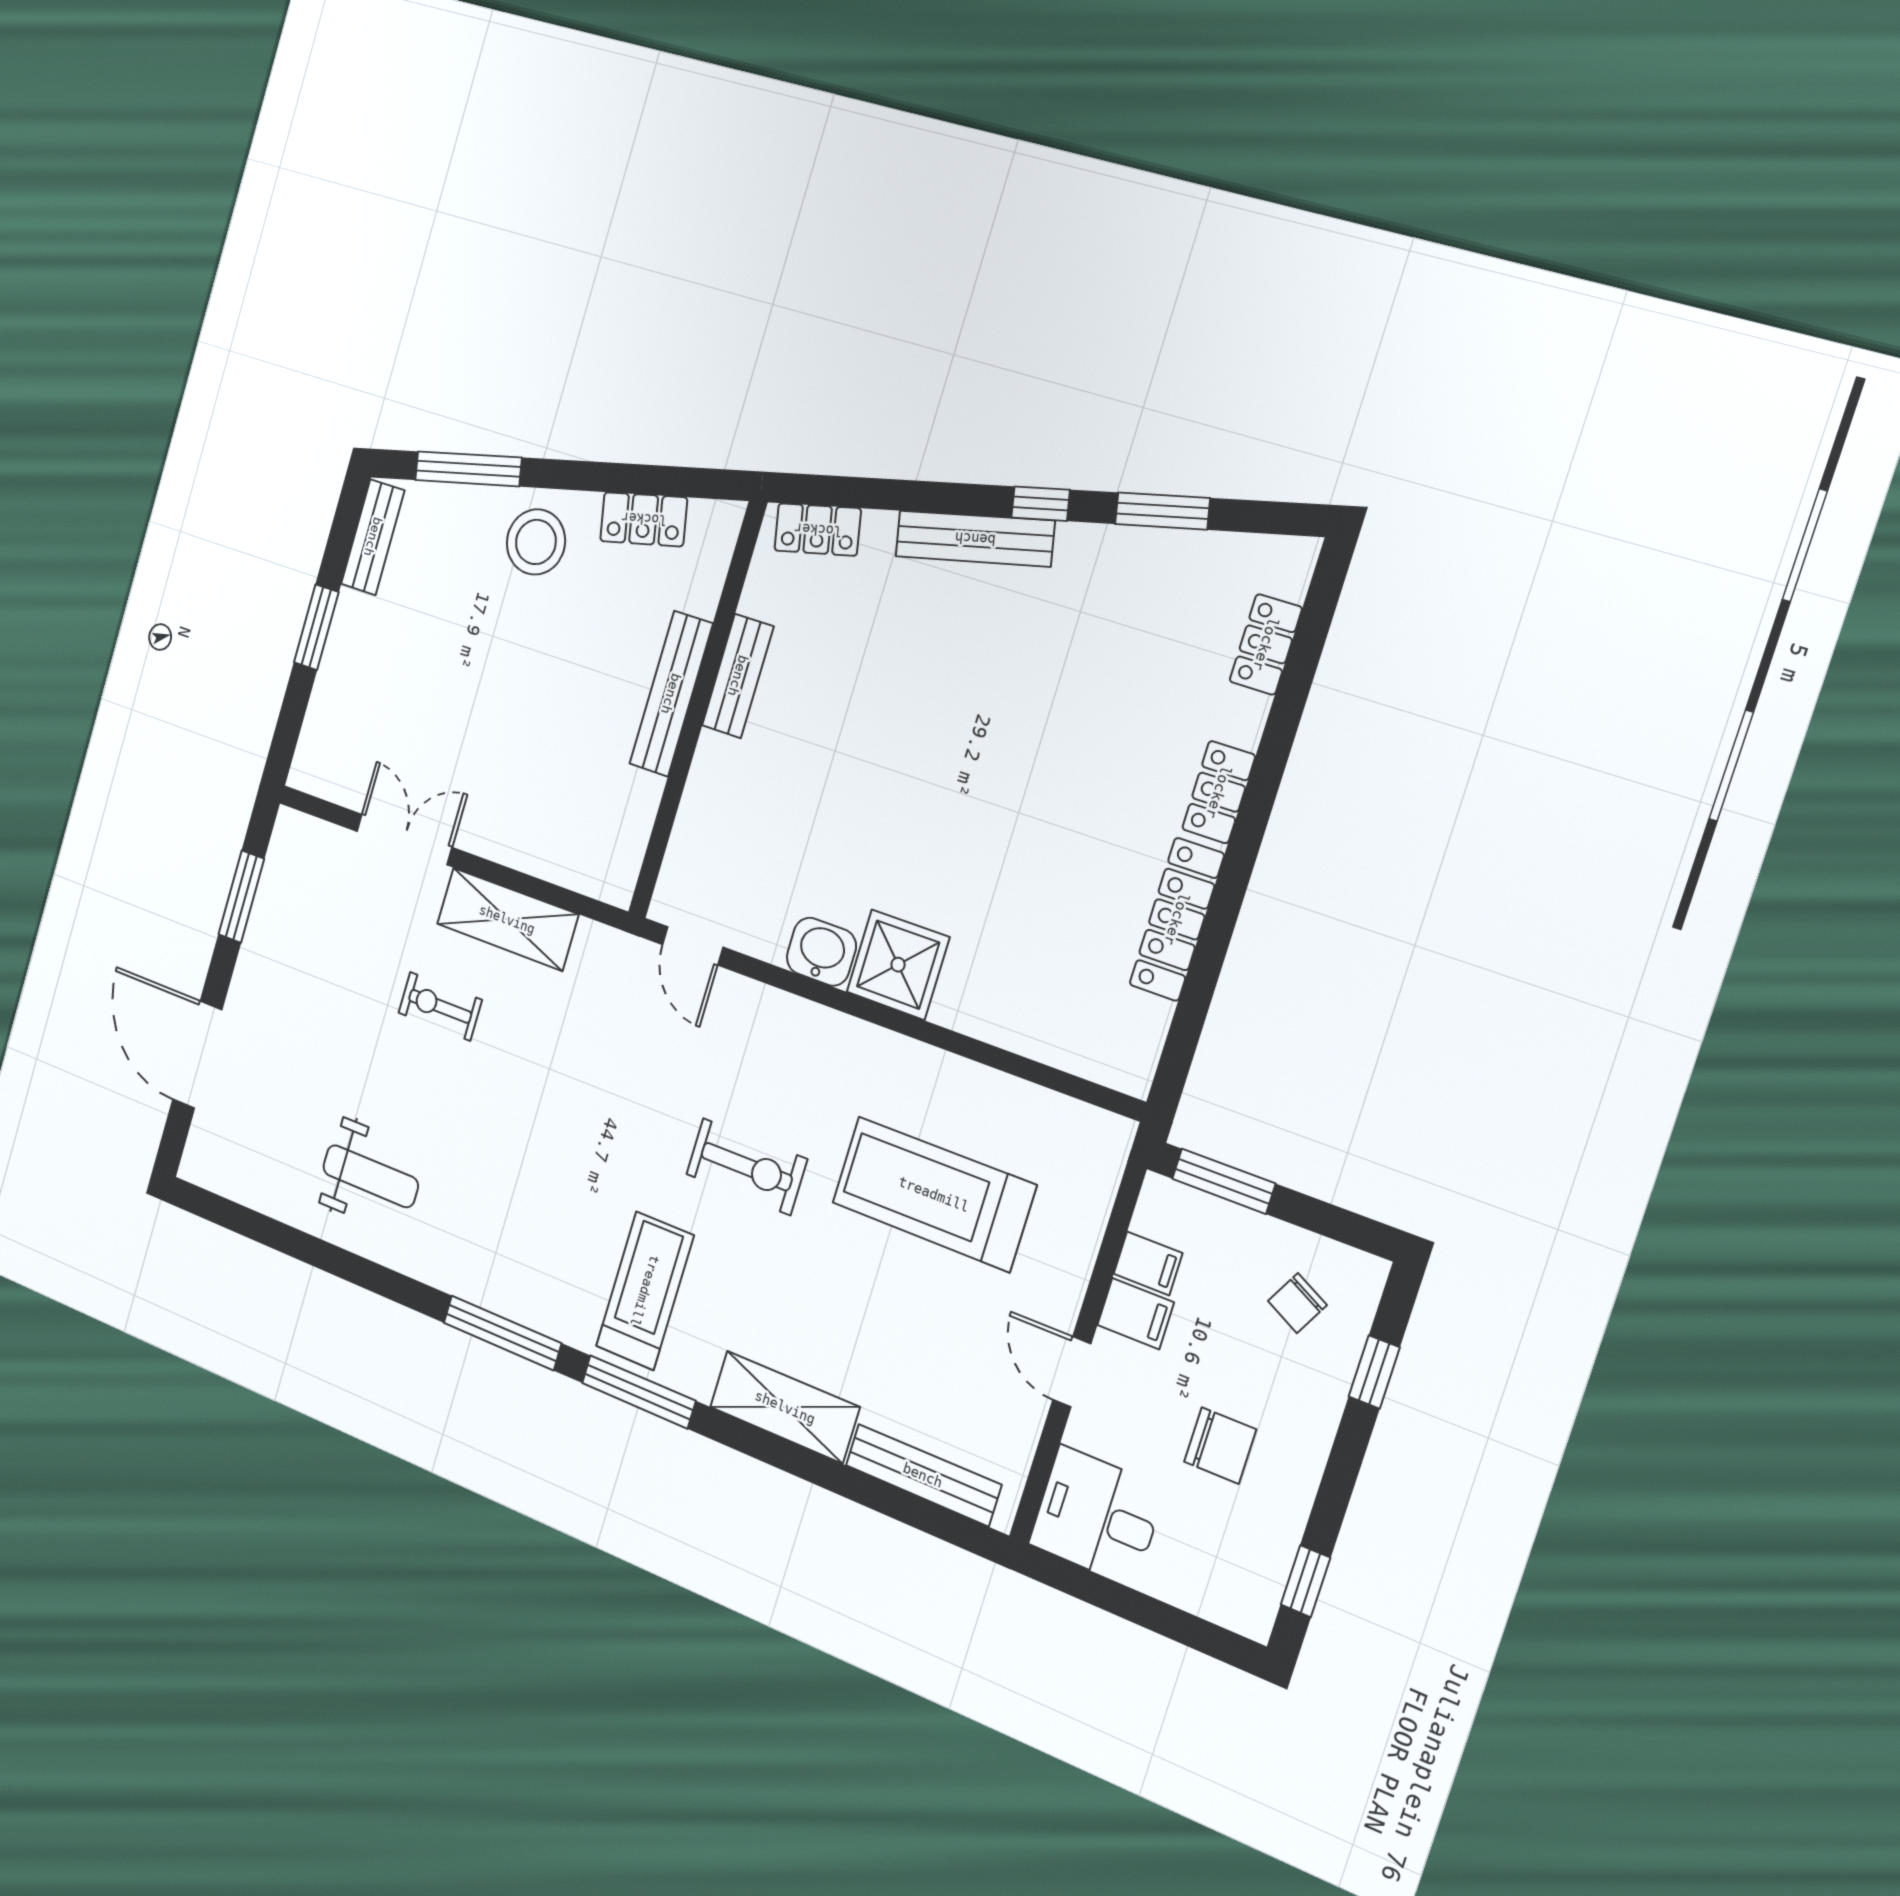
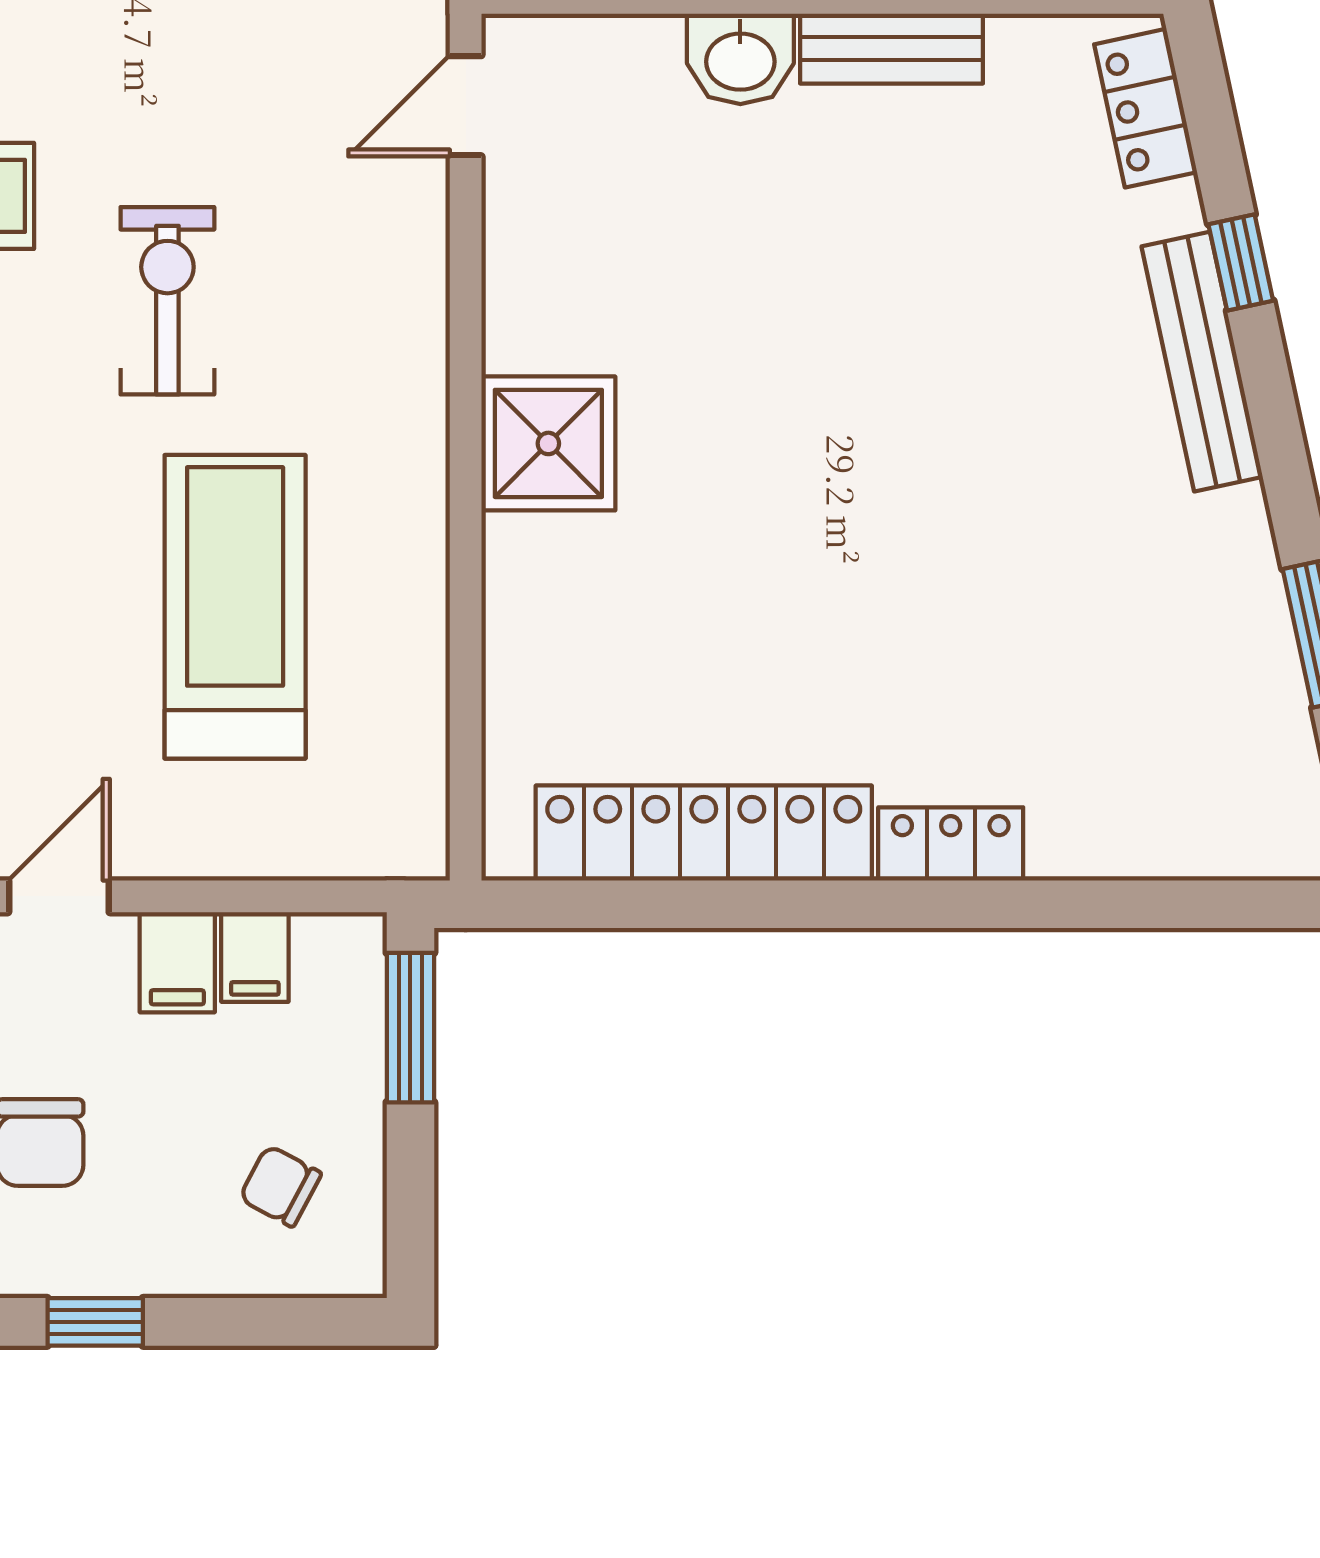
window: (1041, 504) -> (1241, 262), moved
locker: (1266, 644) -> (1177, 845), removed
locker: (1177, 919) -> (704, 833), width x1.41, depth x1.21
washbasin: (821, 952) -> (740, 59), moved, turned 90
exercise bike: (747, 1167) -> (167, 301), turned 180
window: (1374, 1372) -> (95, 1322), moved

